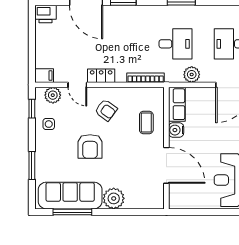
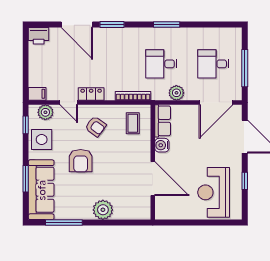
desk: (175, 44) -> (161, 64), turned 180
coffee table: (146, 123) -> (133, 123), moved
side table: (49, 124) -> (42, 140), width x1.87, depth x1.87
sofa: (70, 196) -> (41, 190), moved, turned 90

